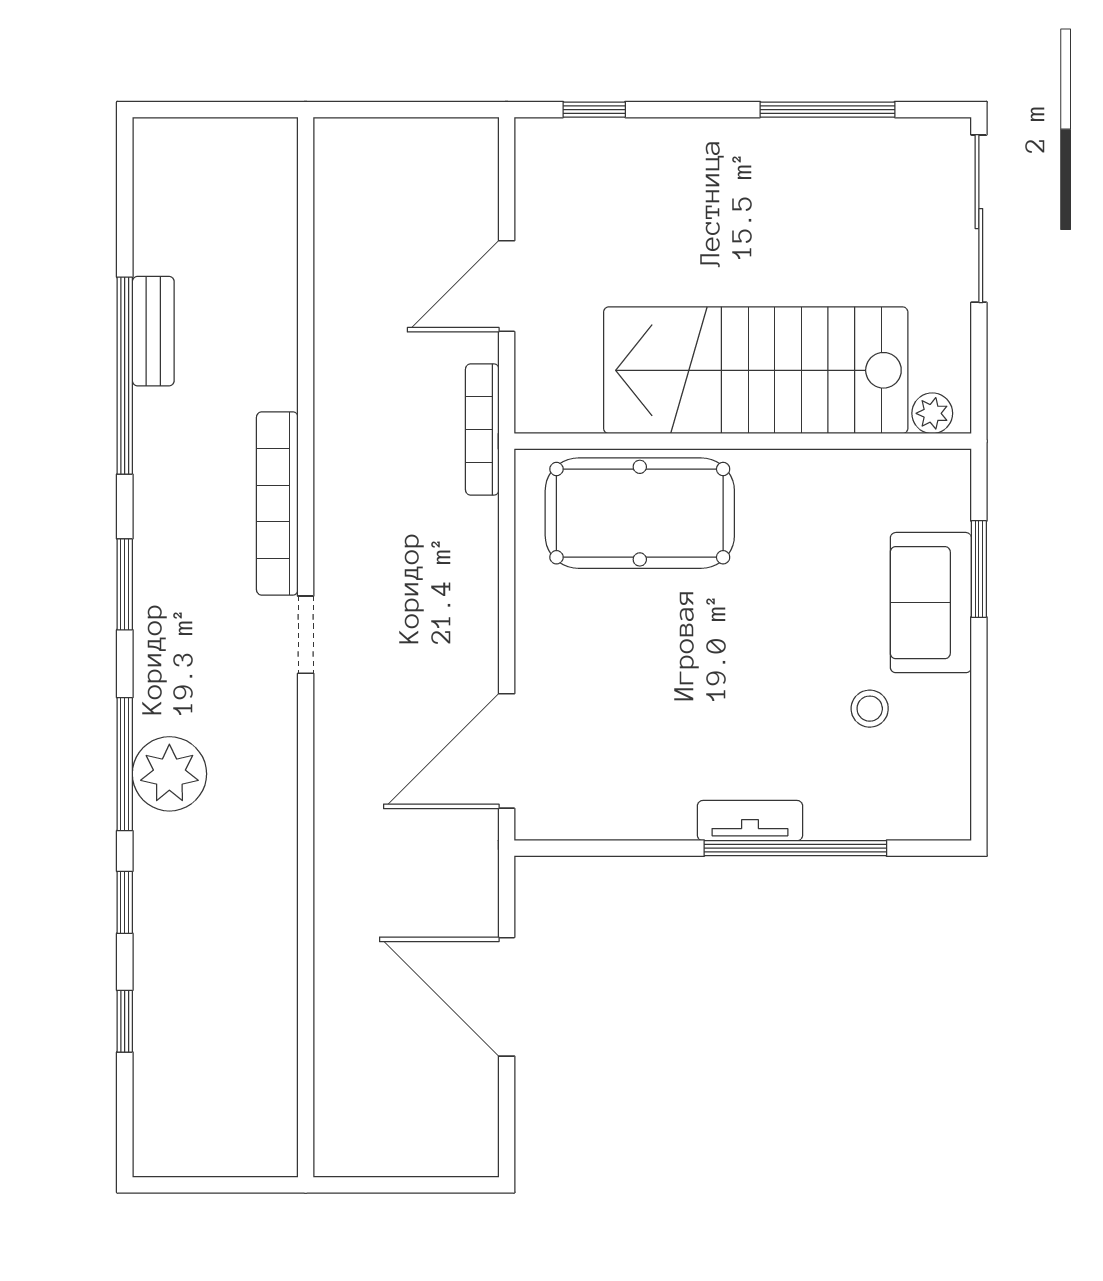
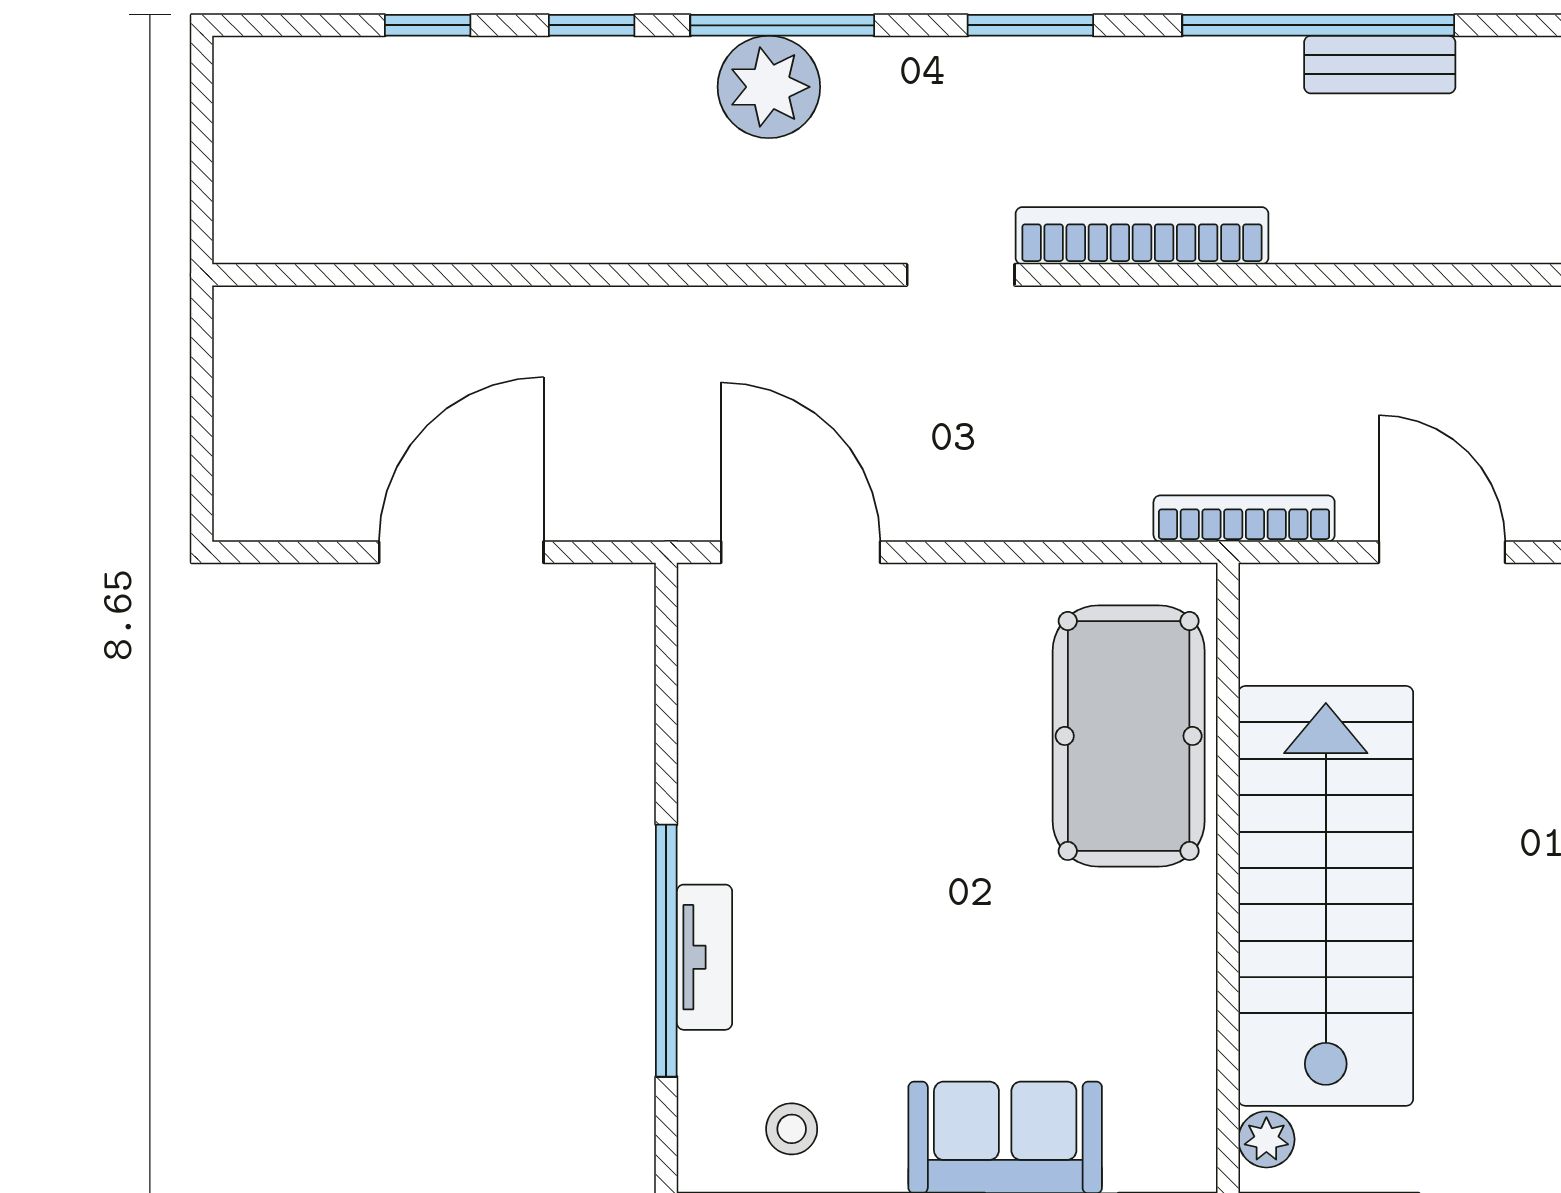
stool: (870, 709) -> (792, 1129), moved
tv unit: (750, 821) -> (704, 957), moved

